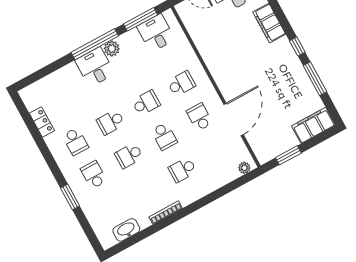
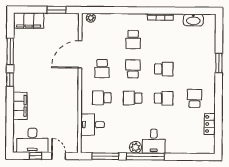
desk: (156, 33) -> (93, 125), moved, turned 90
school desk: (182, 170) -> (133, 40), turned 90
school desk: (94, 175) -> (195, 69), removed

